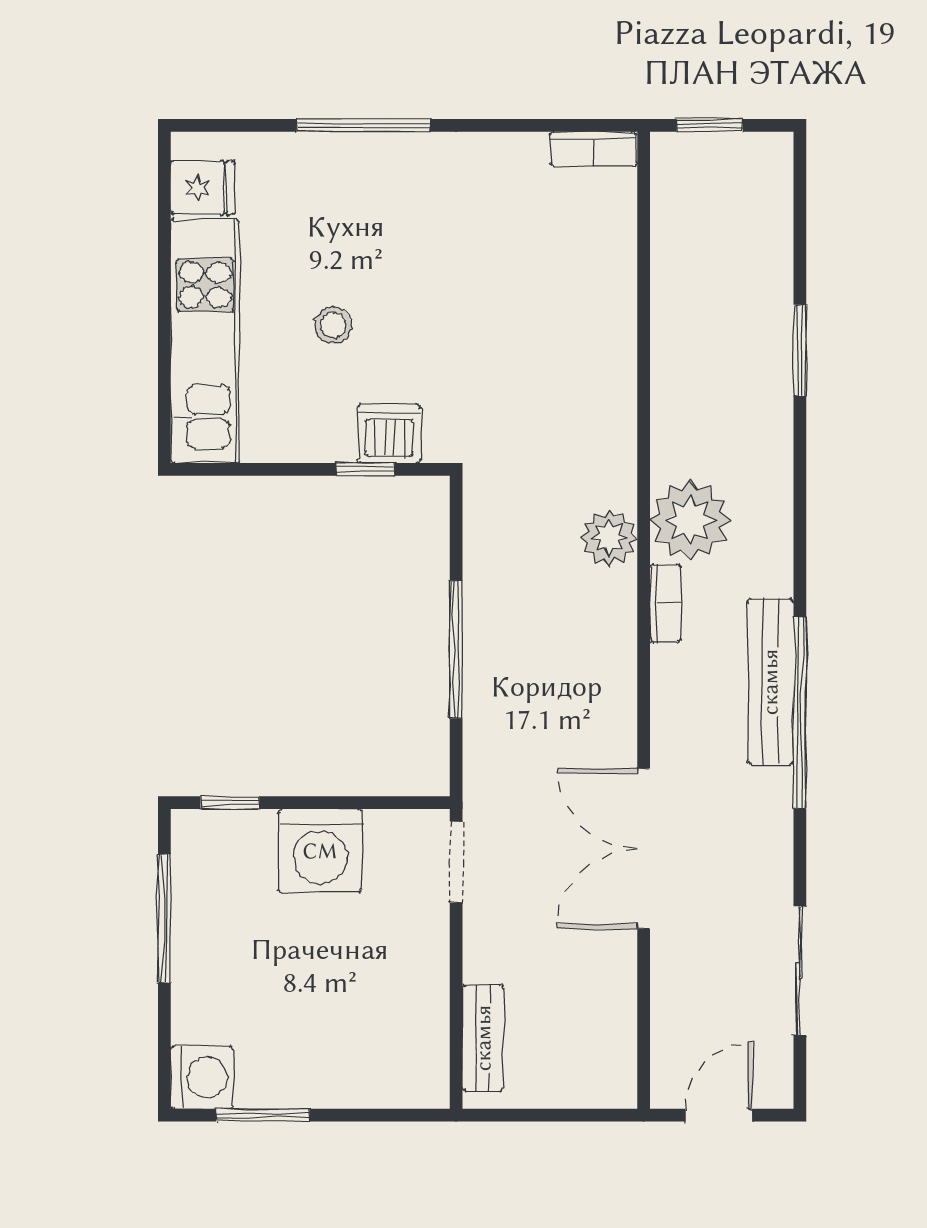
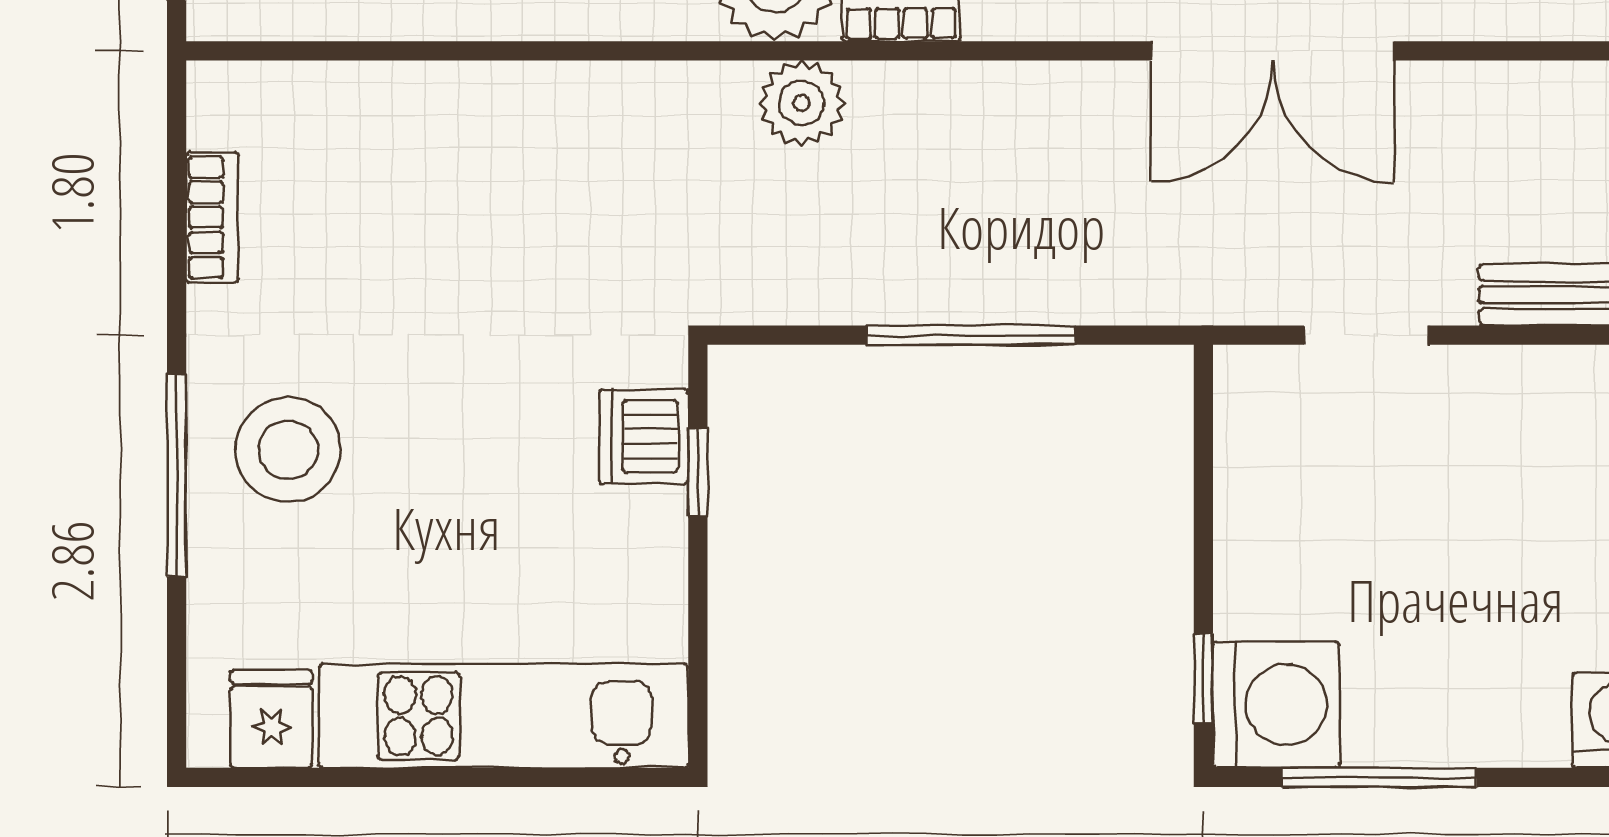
bookcase: (593, 149) -> (212, 217), moved
stool: (333, 325) -> (288, 450), moved, width x1.89, depth x1.89
washing machine: (320, 851) -> (1276, 705), moved
doorway: (456, 862) -> (1366, 335), moved

